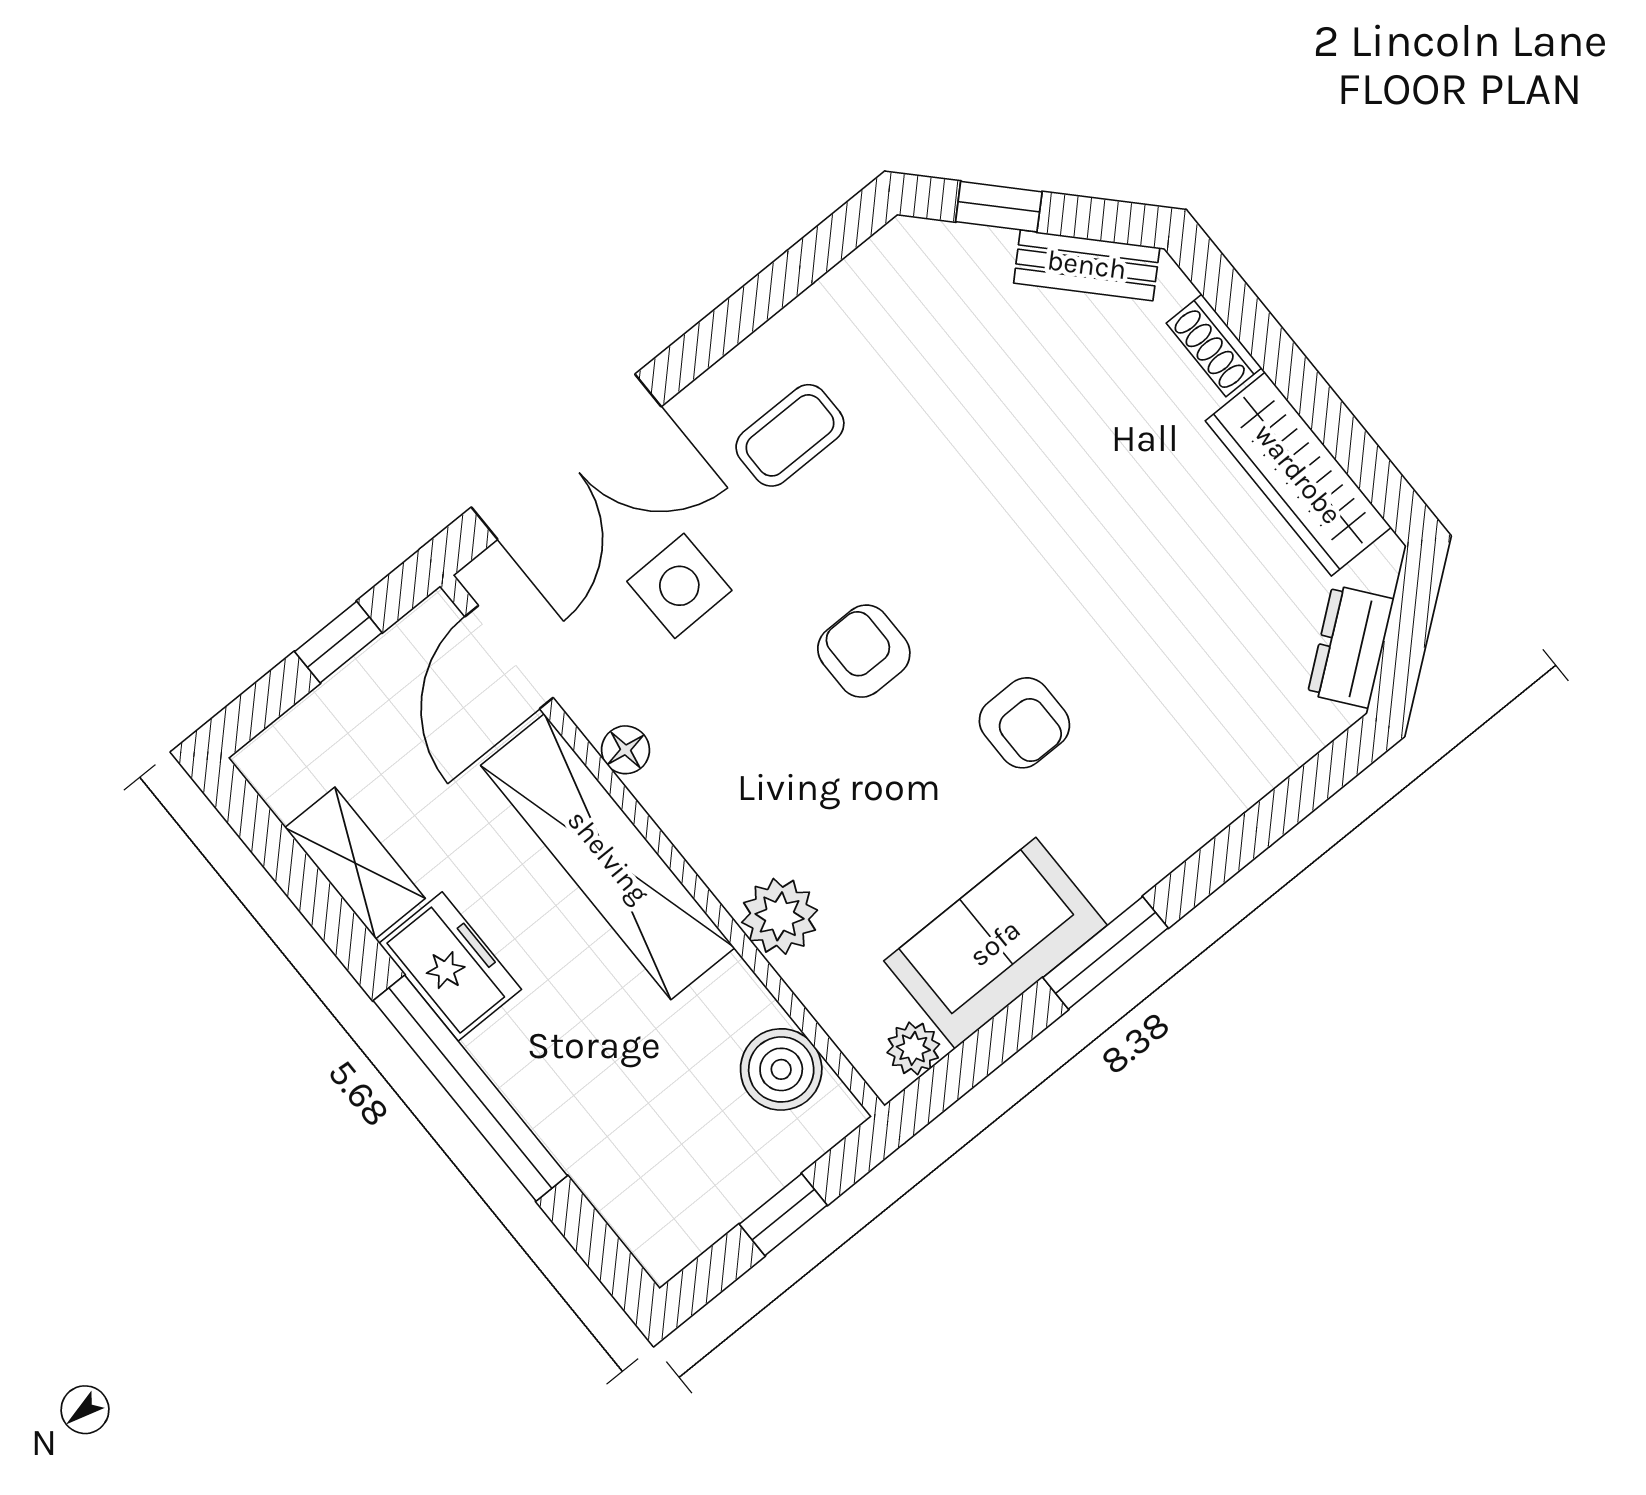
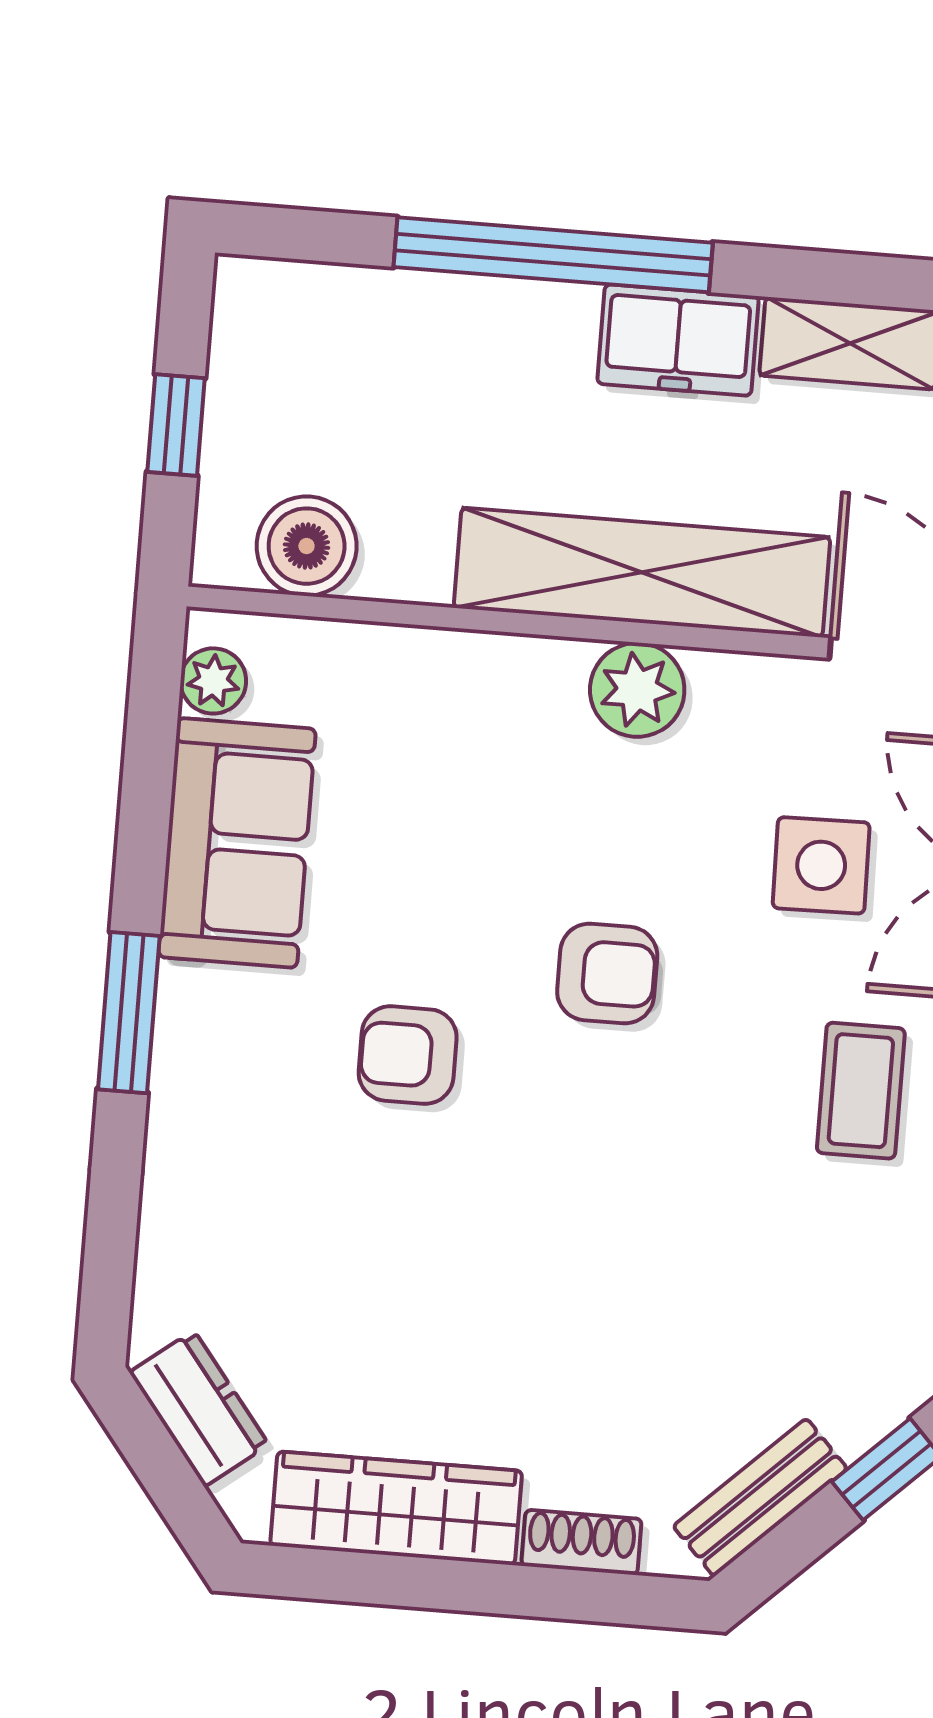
floor lamp: (626, 750) -> (721, 679), removed
plant: (780, 916) -> (637, 690), moved
window: (1105, 953) -> (129, 1013), moved

